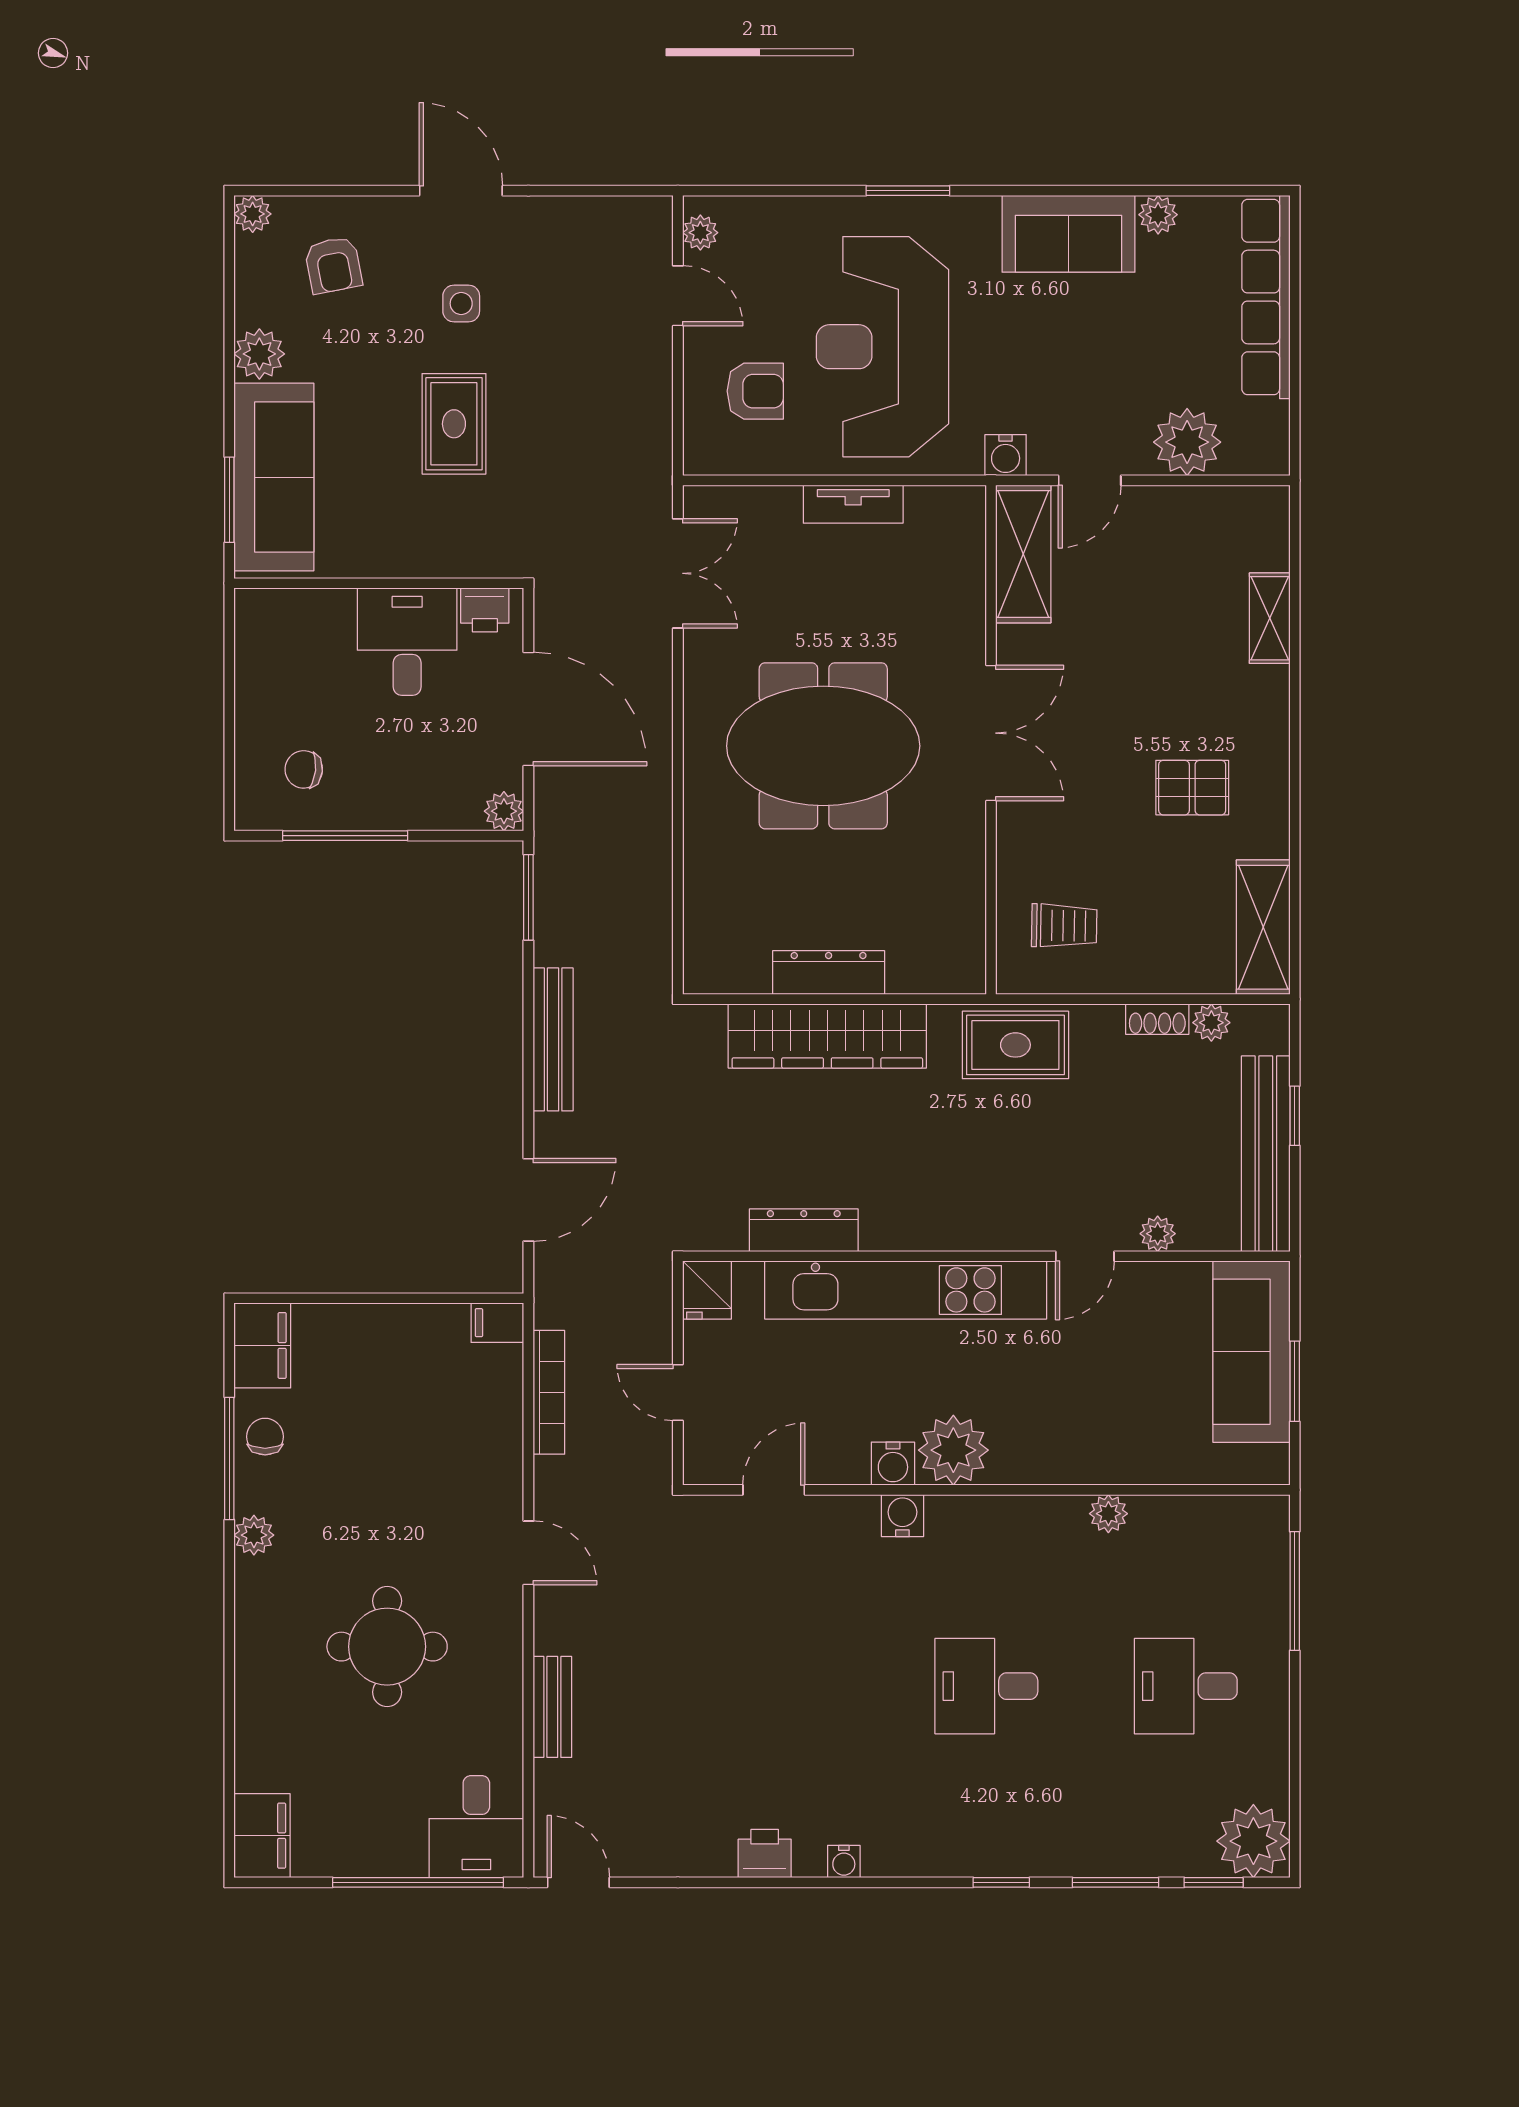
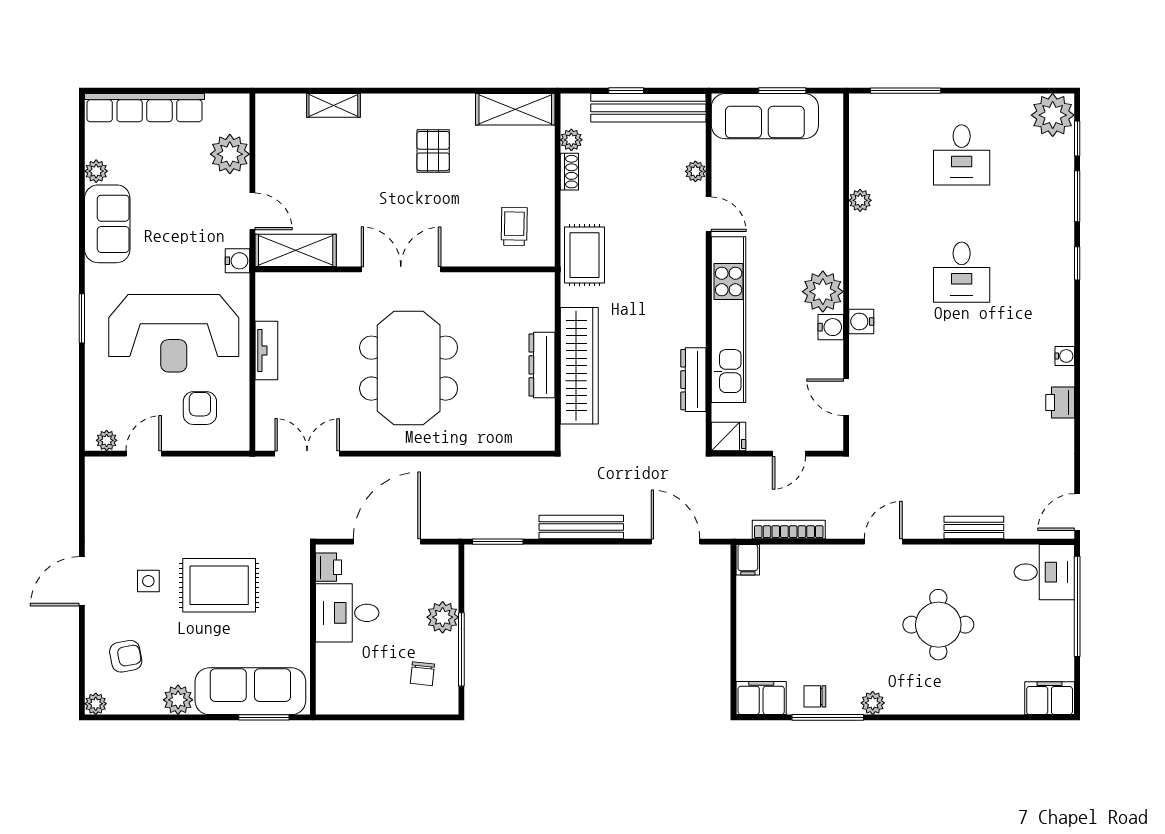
rug: (454, 424) -> (219, 585), width x1.36, depth x1.43
plant: (504, 811) -> (443, 617), moved, width x1.38, depth x1.38

